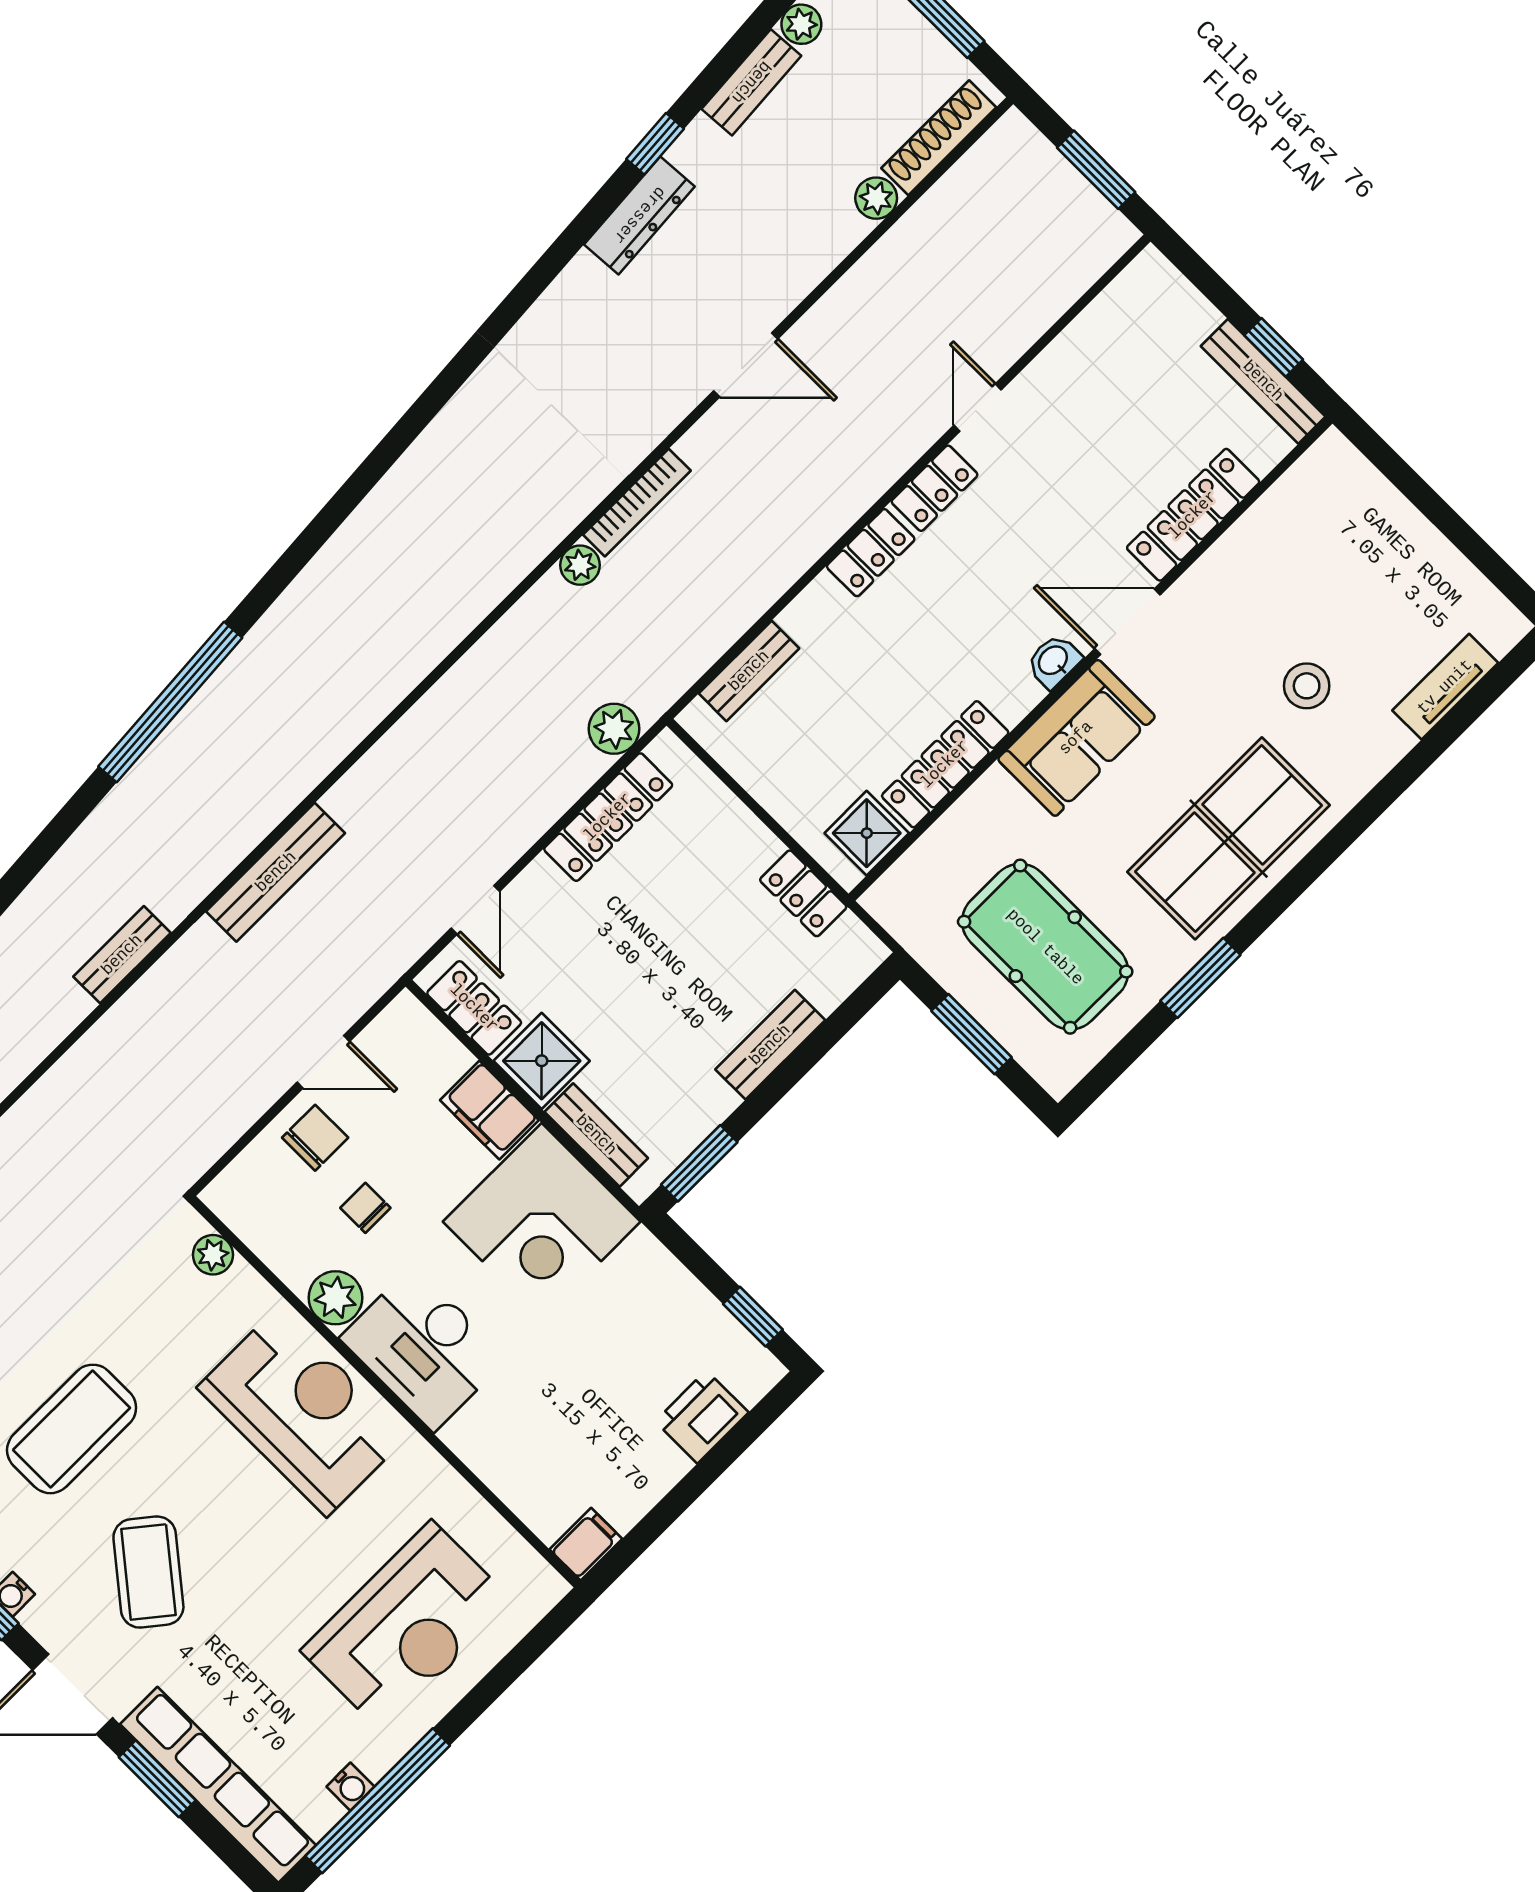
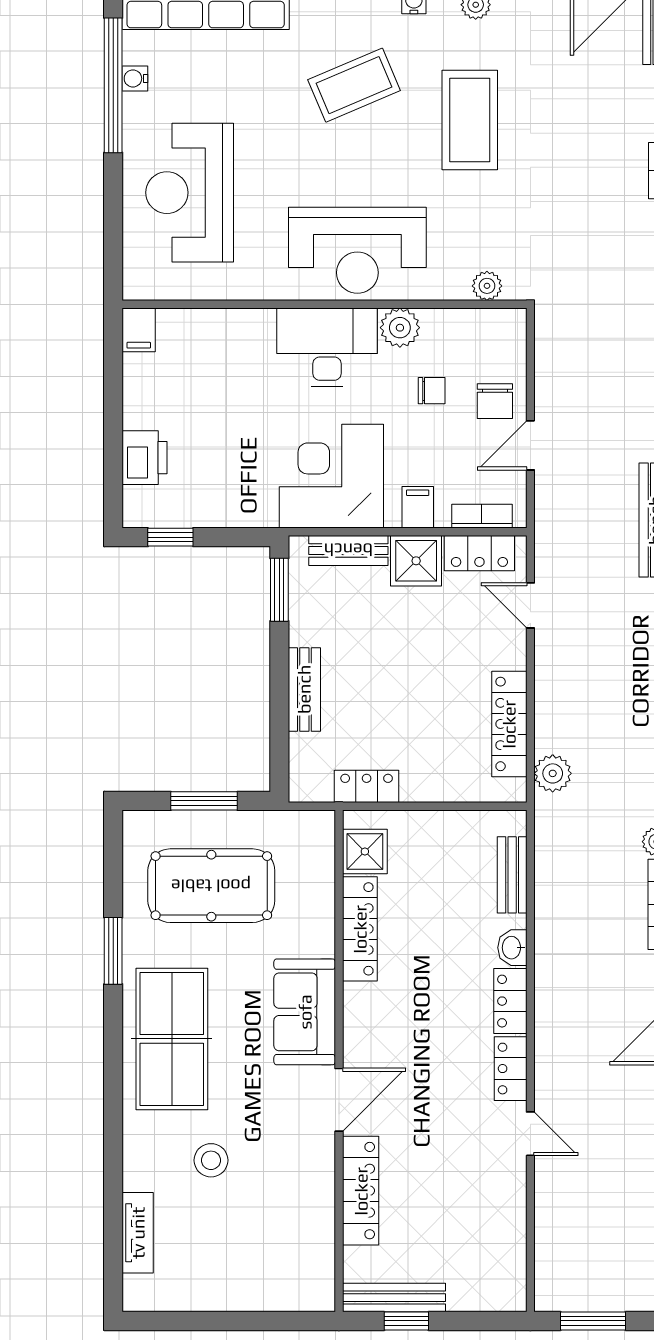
washbasin: (1054, 661) -> (512, 948), moved, turned 180
bookcase: (437, 1041) -> (482, 516), added
filing cabinet: (489, 1110) -> (418, 507), width x0.50
coffee table: (148, 1572) -> (354, 85), turned -62

